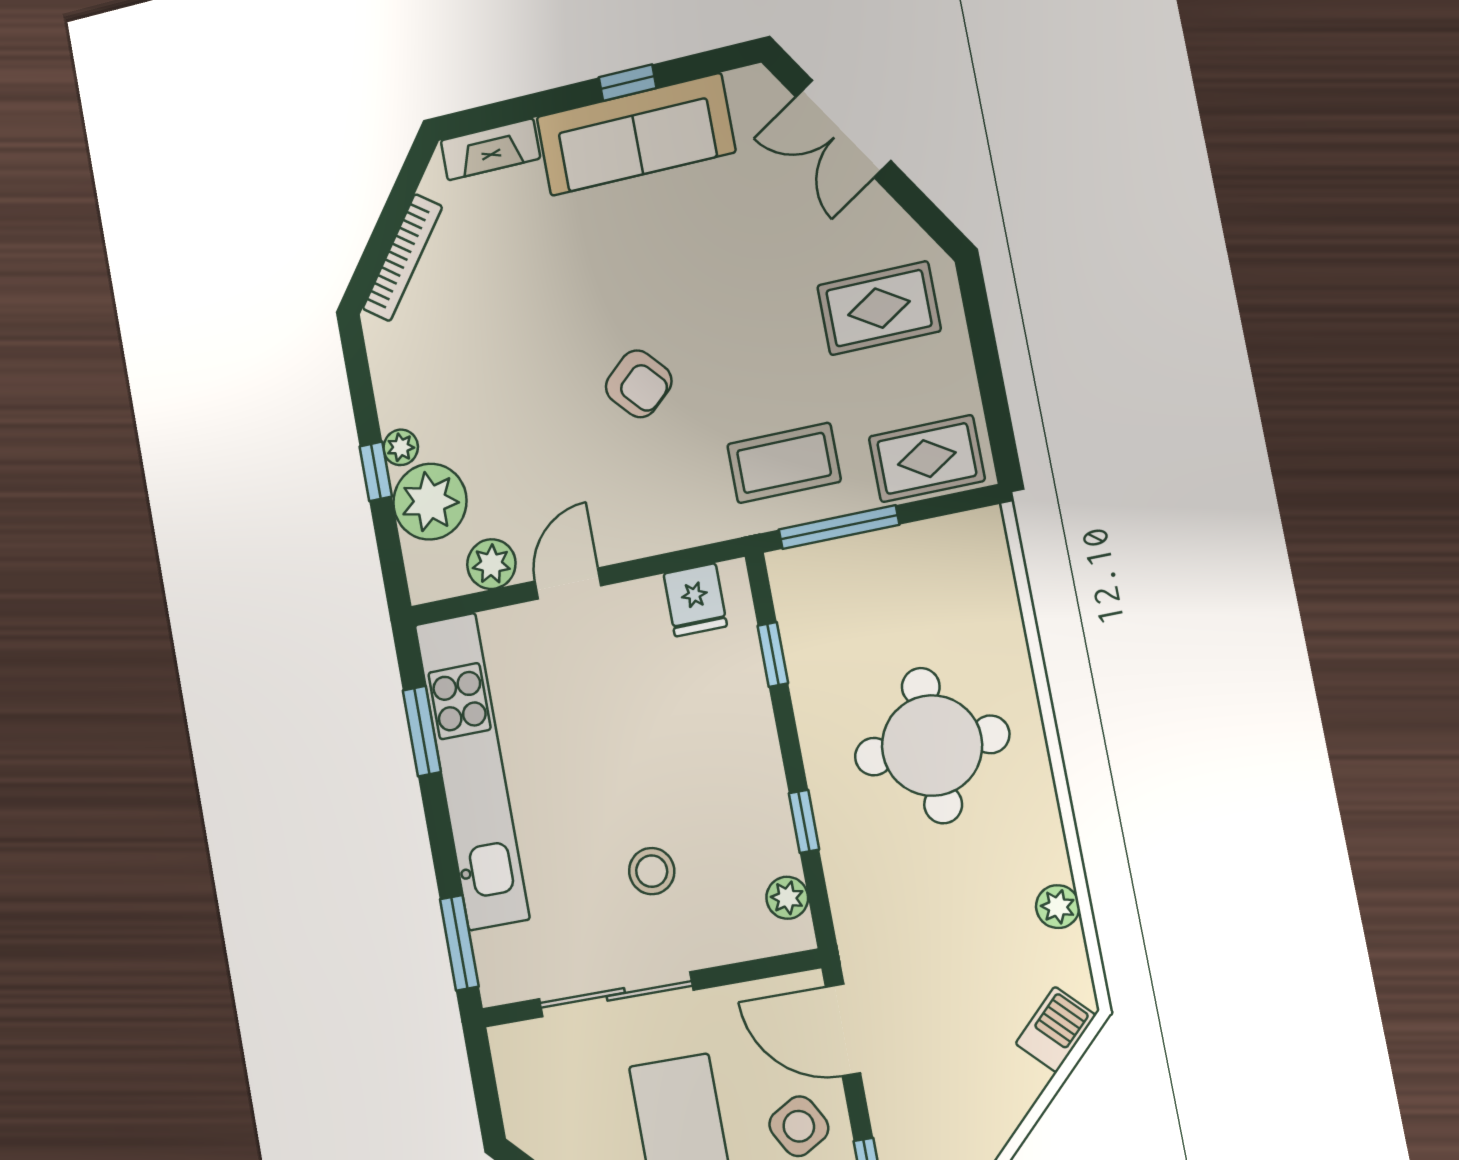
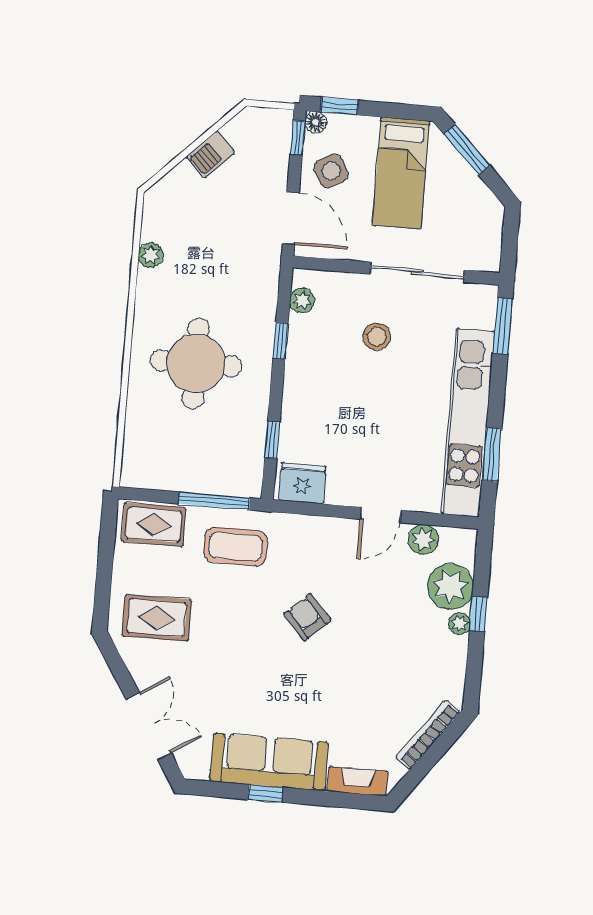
fridge: (695, 600) -> (302, 483), width x1.38
barbecue: (1056, 1029) -> (211, 155), moved

